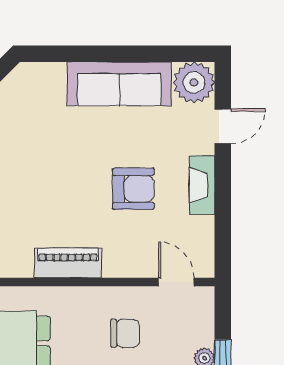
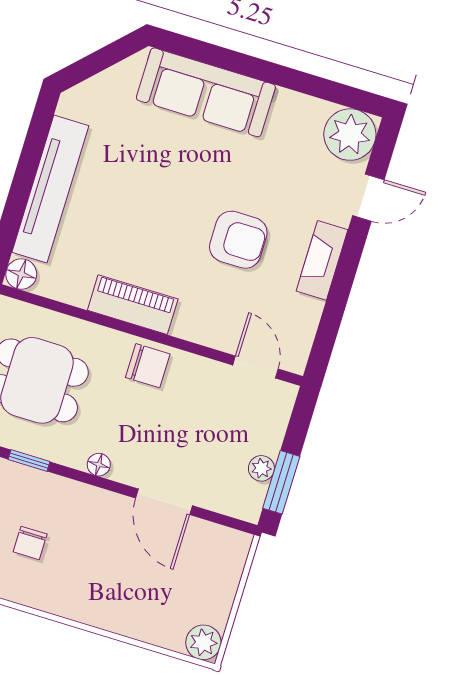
sofa: (119, 84) -> (206, 92), moved
chair: (125, 333) -> (148, 366), moved

